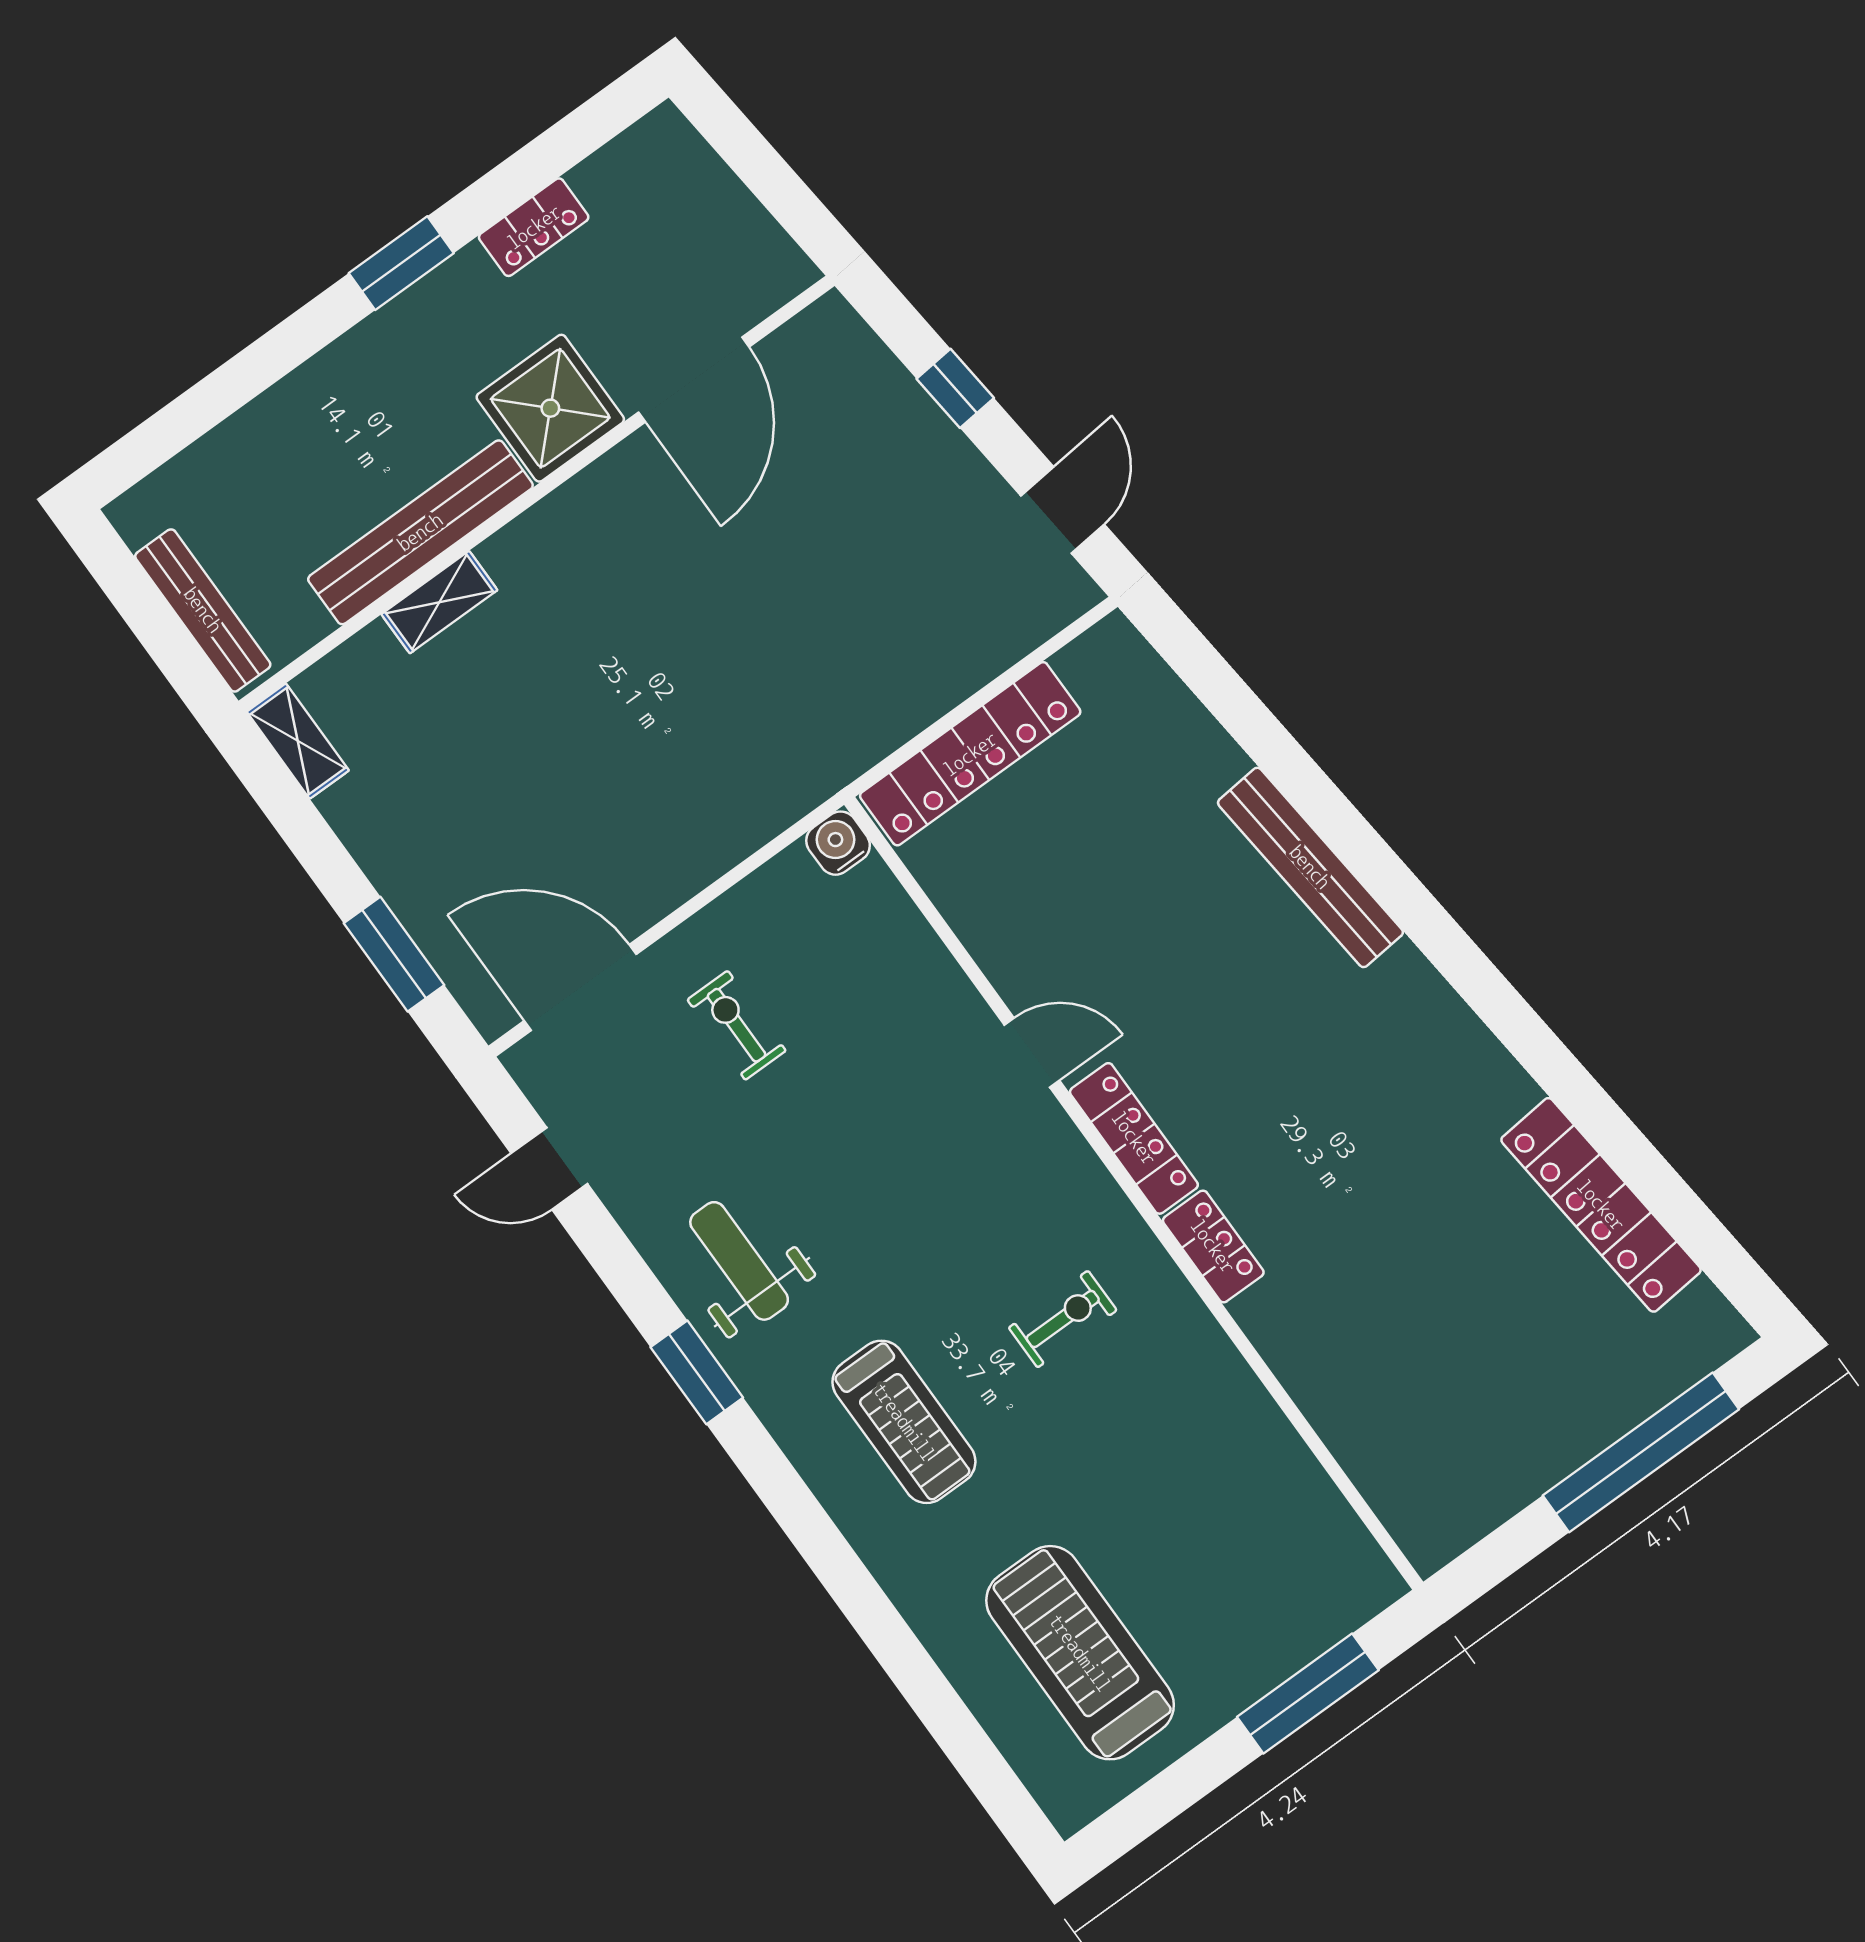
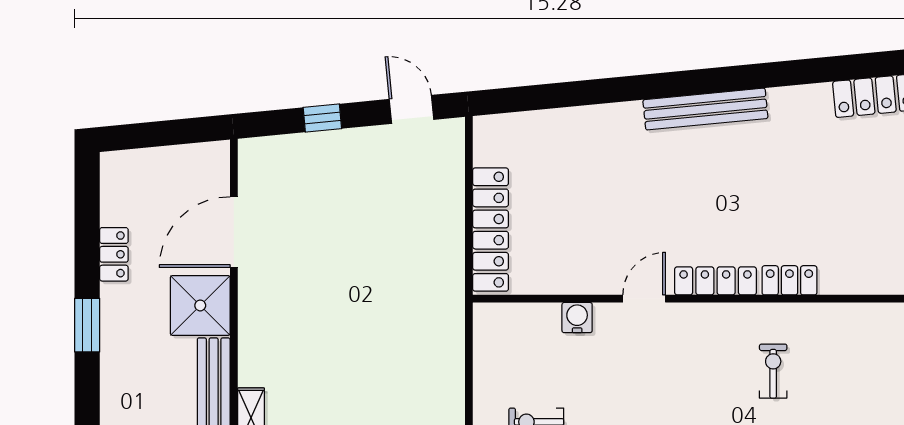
door: (694, 380) -> (234, 232), swing flipped
water cooler: (838, 843) -> (577, 318), moved, turned 90
bench: (1310, 867) -> (705, 109), moved

